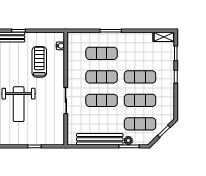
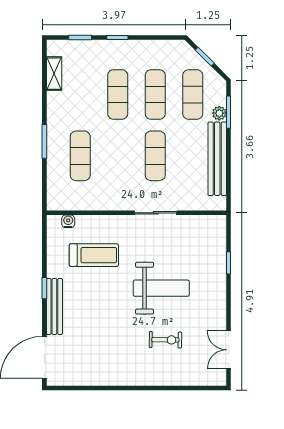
shelving: (164, 37) -> (54, 74), moved
treadmill: (39, 62) -> (94, 255), turned 180
exercise mat: (102, 77) -> (118, 156), removed

